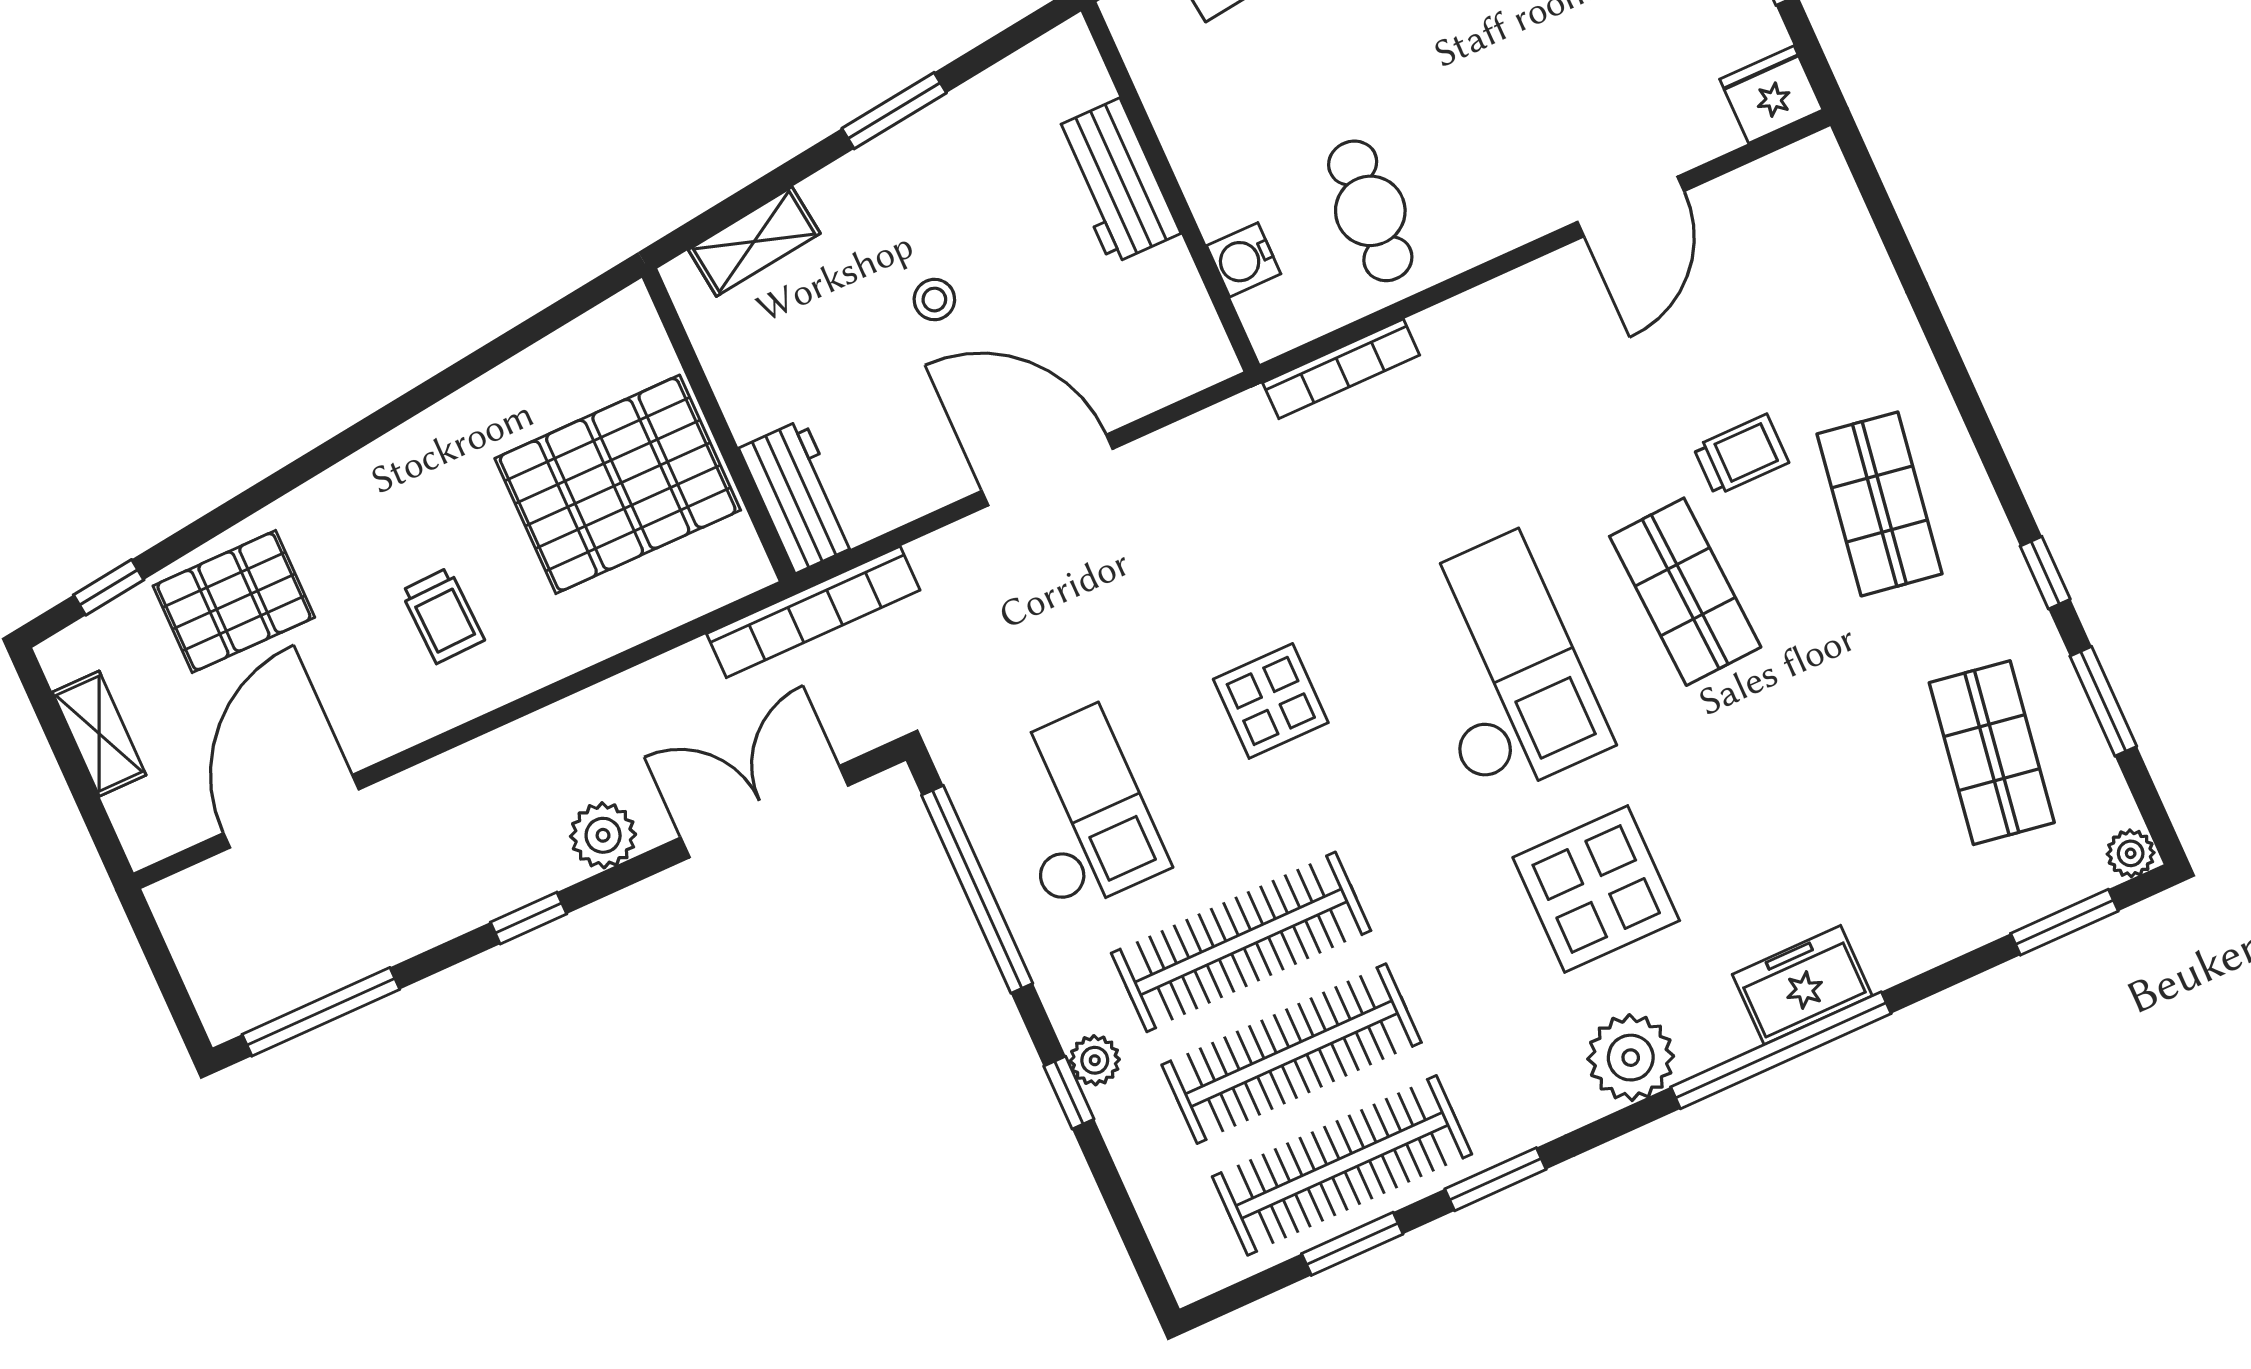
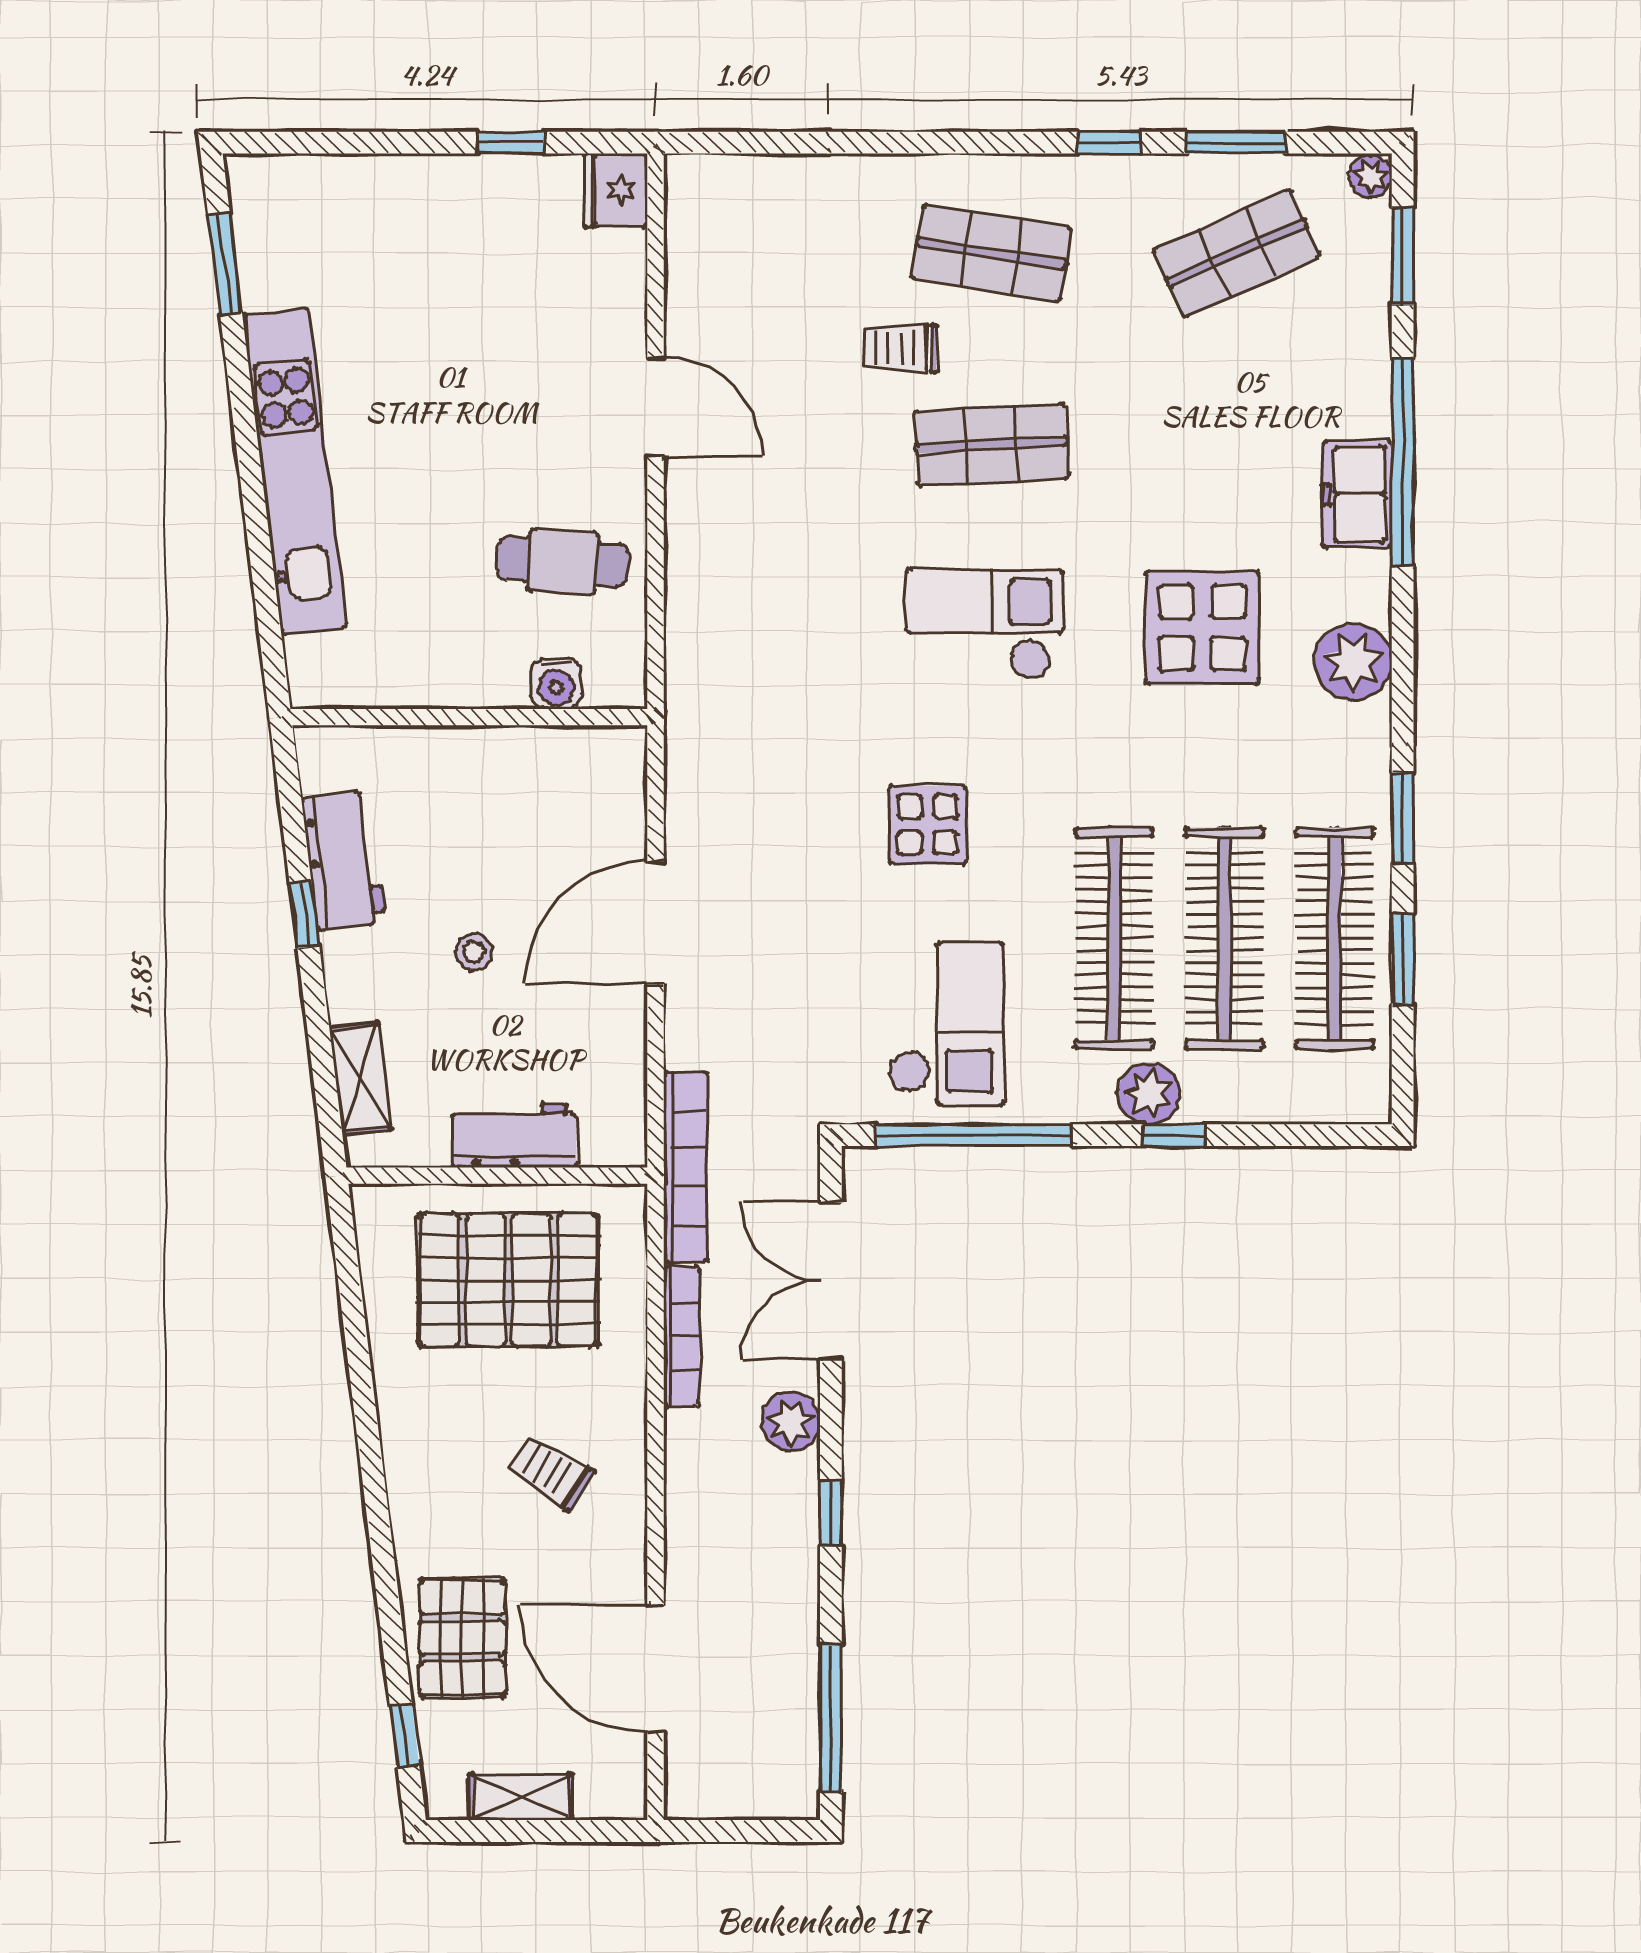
window: (894, 111) -> (304, 915), width x0.67
workbench: (1115, 181) -> (343, 860), moved, turned -97
door: (1631, 206) -> (656, 407), moved
bookcase: (1341, 369) -> (681, 1336), moved
trolley: (1741, 455) -> (900, 348), turned -90
pallet: (618, 484) -> (508, 1280), turned 90
workbench: (799, 496) -> (514, 1135), moved
trolley: (443, 616) -> (551, 1472), turned -145
checkout: (1500, 667) -> (985, 624), width x0.73, depth x0.83
shop shelf: (1992, 753) -> (1237, 253), turned -33
checkout: (1078, 811) -> (946, 1024), turned 90
window: (1781, 1050) -> (1403, 462), moved
plant: (1095, 1060) -> (1149, 1094), width x1.38, depth x1.38

